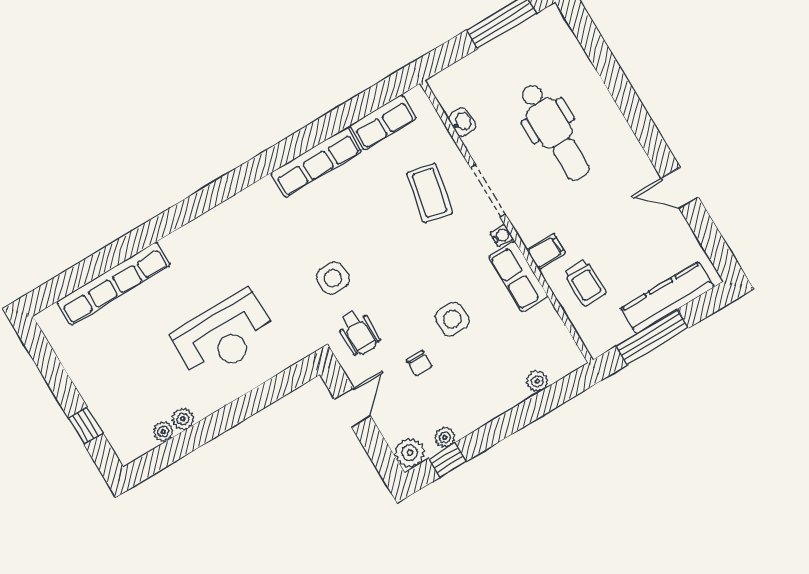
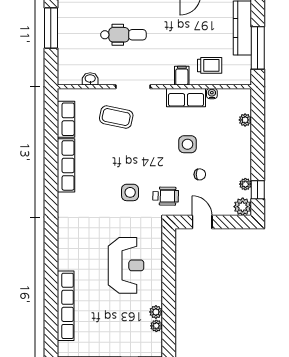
dental chair: (554, 132) -> (123, 35), width x0.73, depth x0.72
water cooler: (502, 236) -> (212, 94), moved

